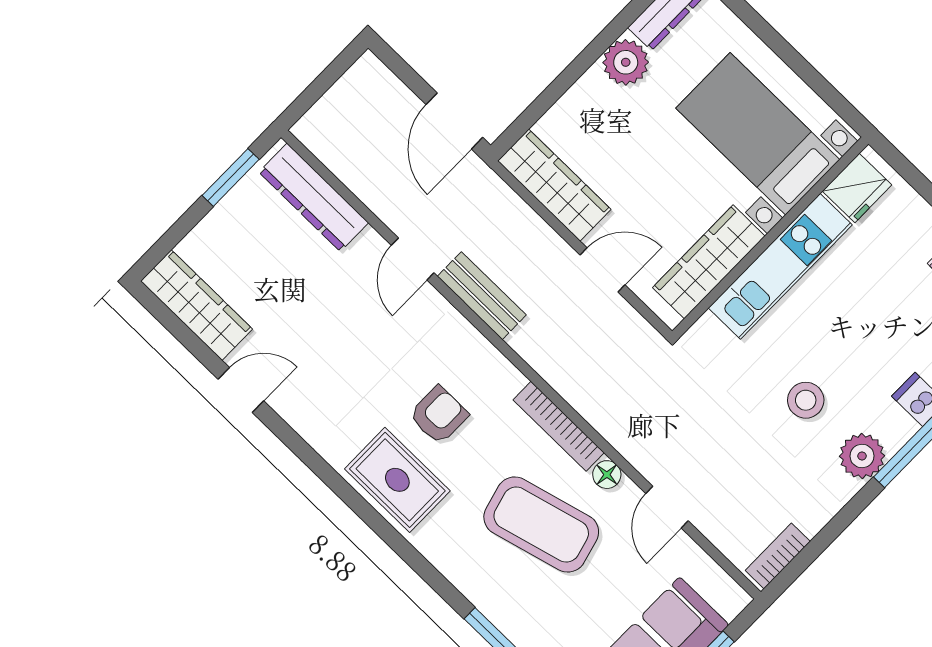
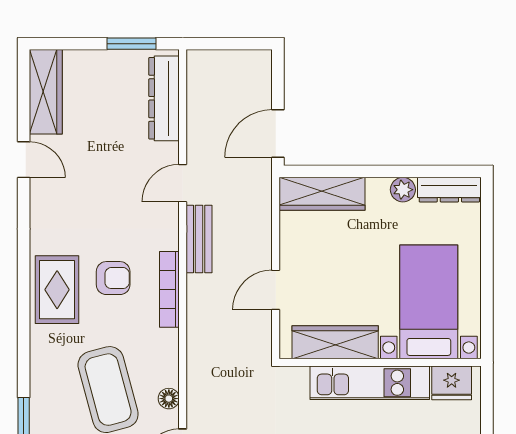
plant: (626, 62) -> (403, 190), width x0.73, depth x0.73
wardrobe: (554, 185) -> (322, 194), moved, turned 90
door: (603, 270) -> (276, 290), swing flipped
bookcase: (559, 426) -> (169, 289), moved

